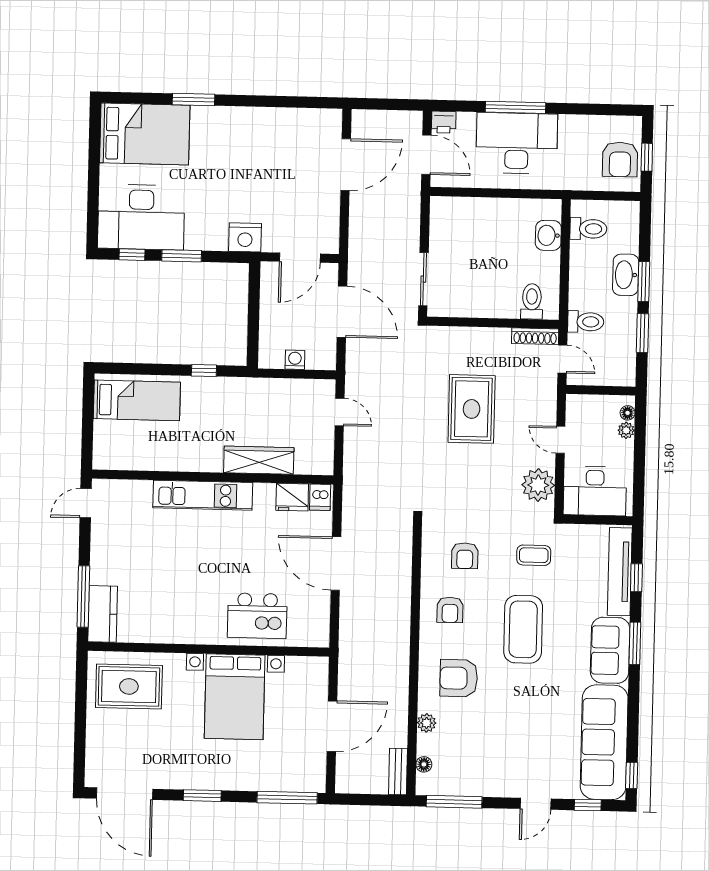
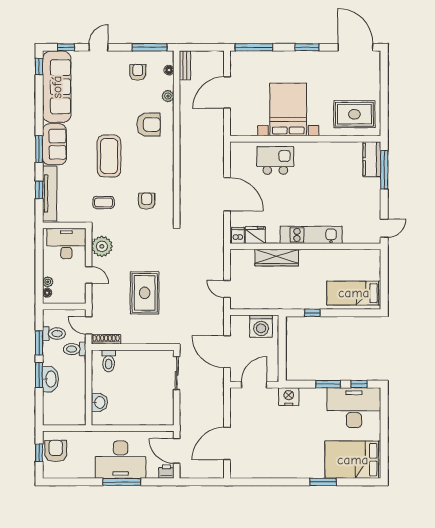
toilet: (588, 229) -> (54, 334), moved, turned 180
washing machine: (295, 360) -> (261, 326), width x1.89, depth x1.89
armchair: (450, 610) -> (138, 72), moved

